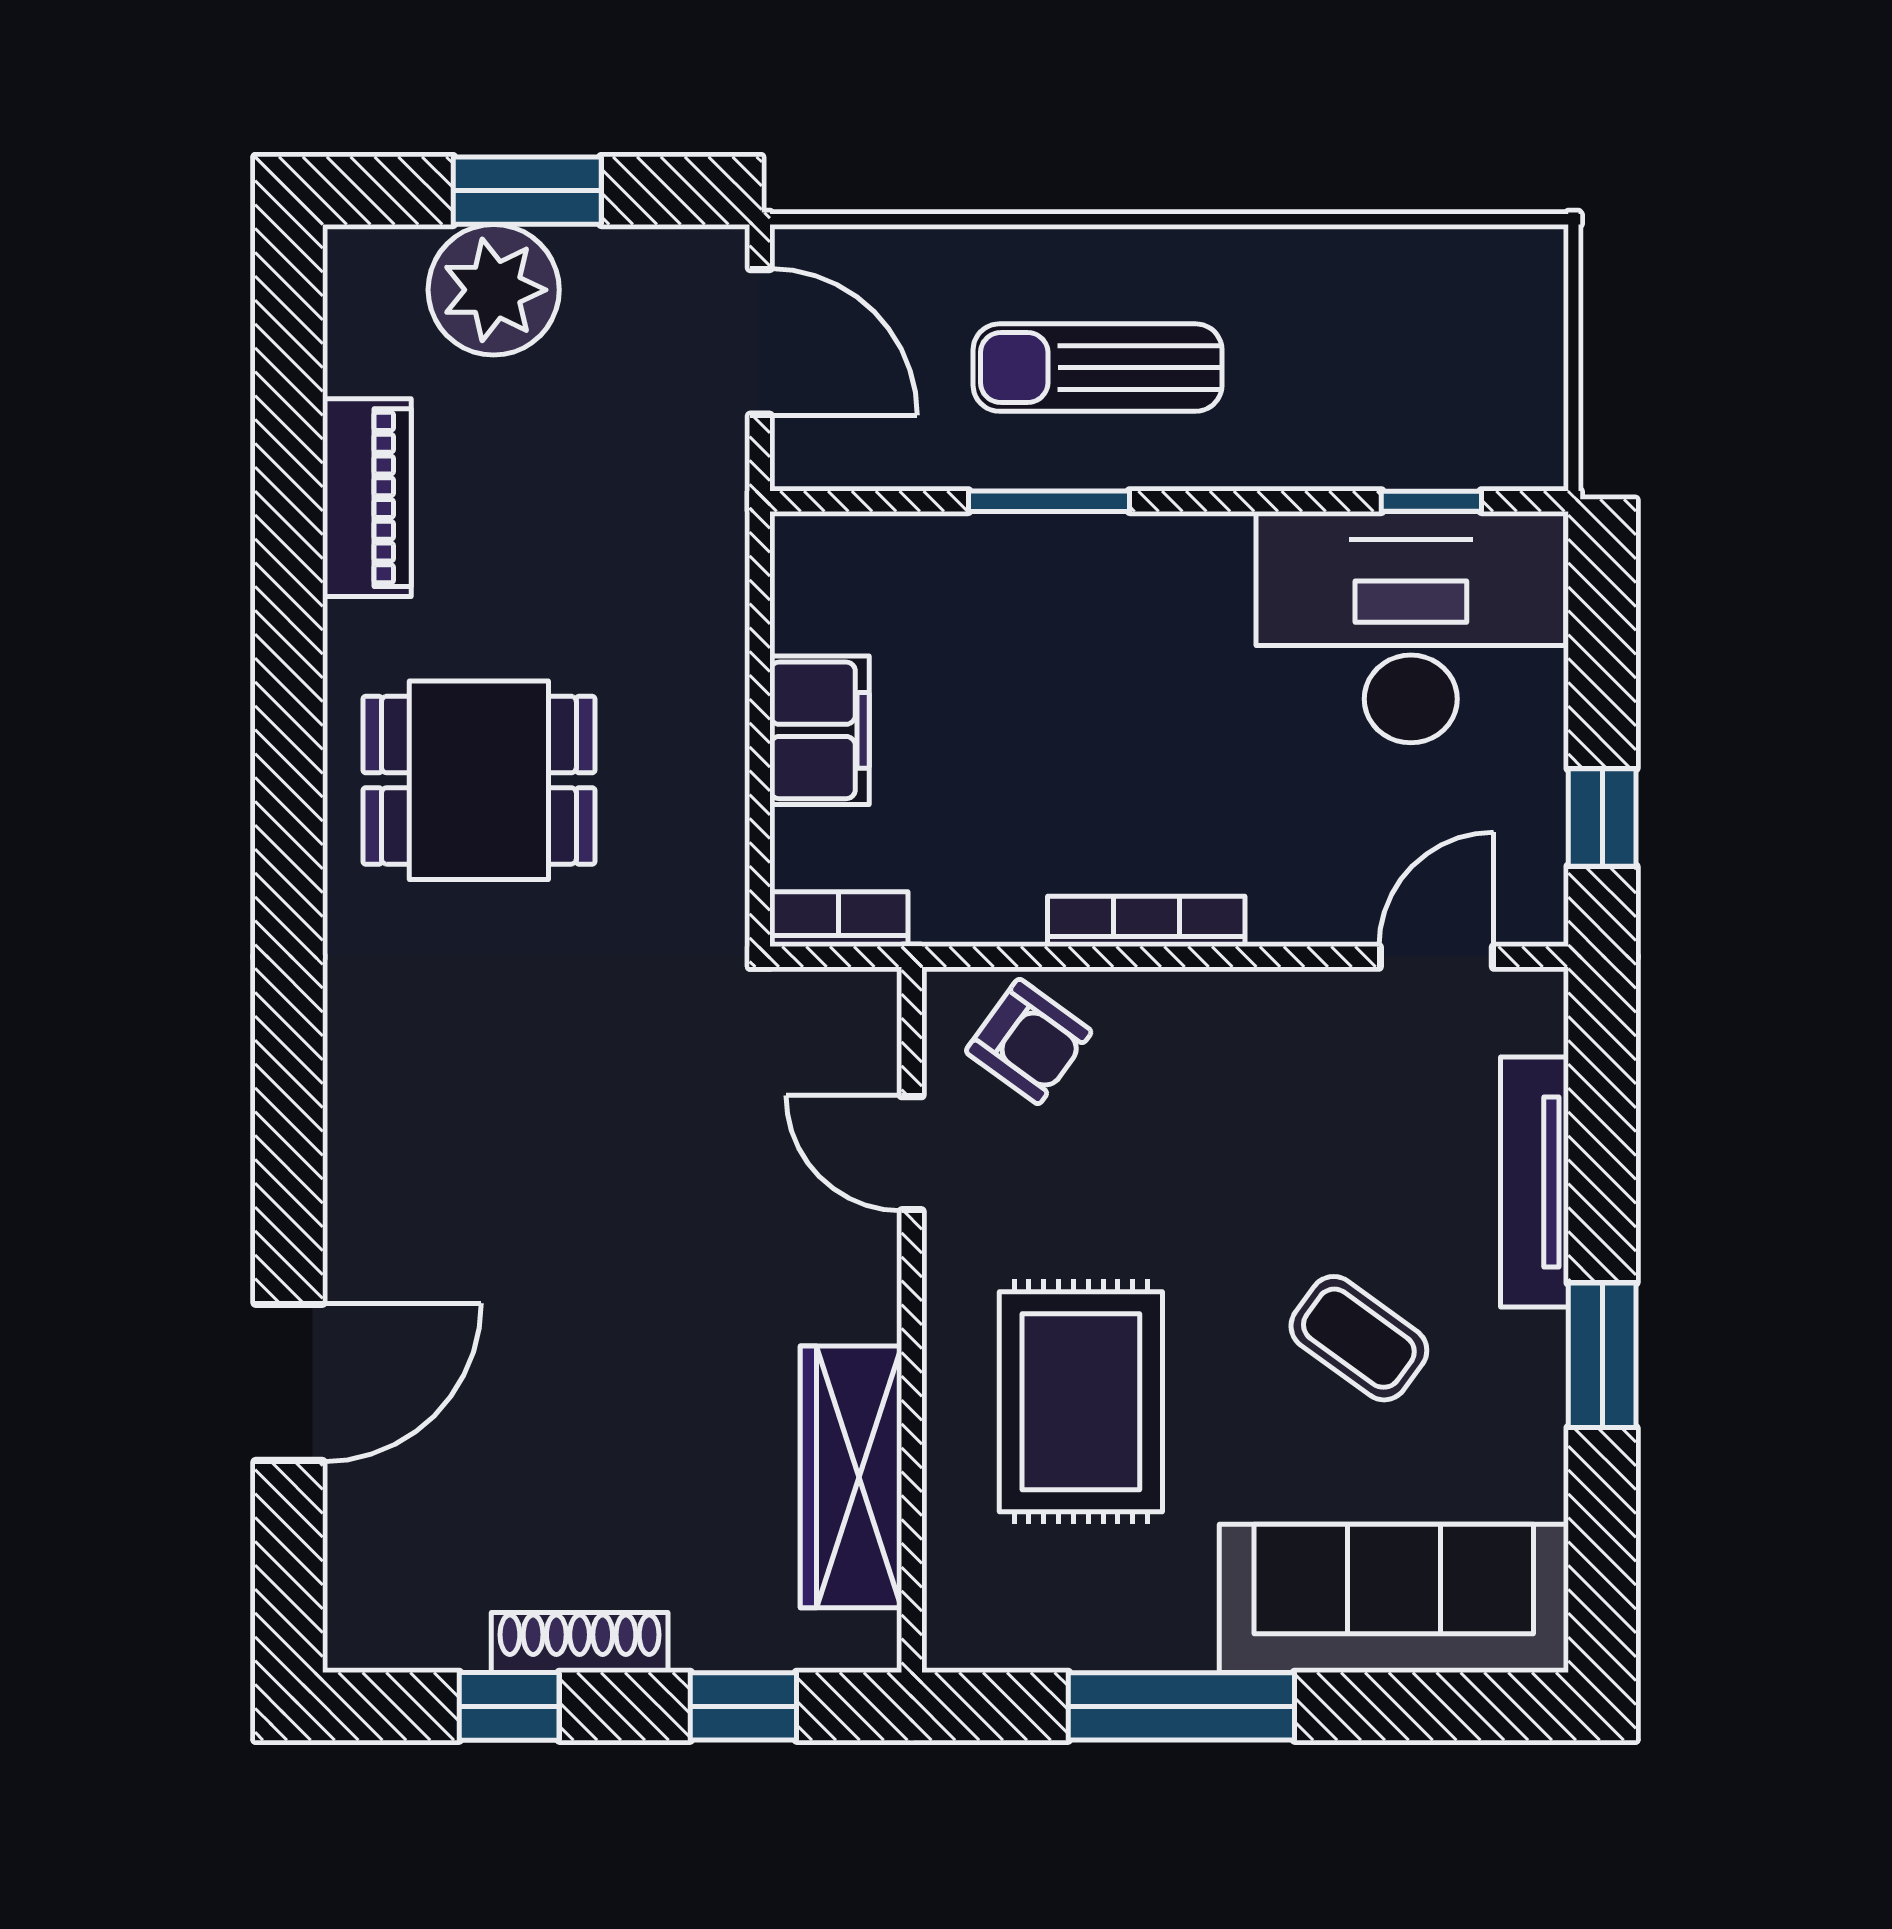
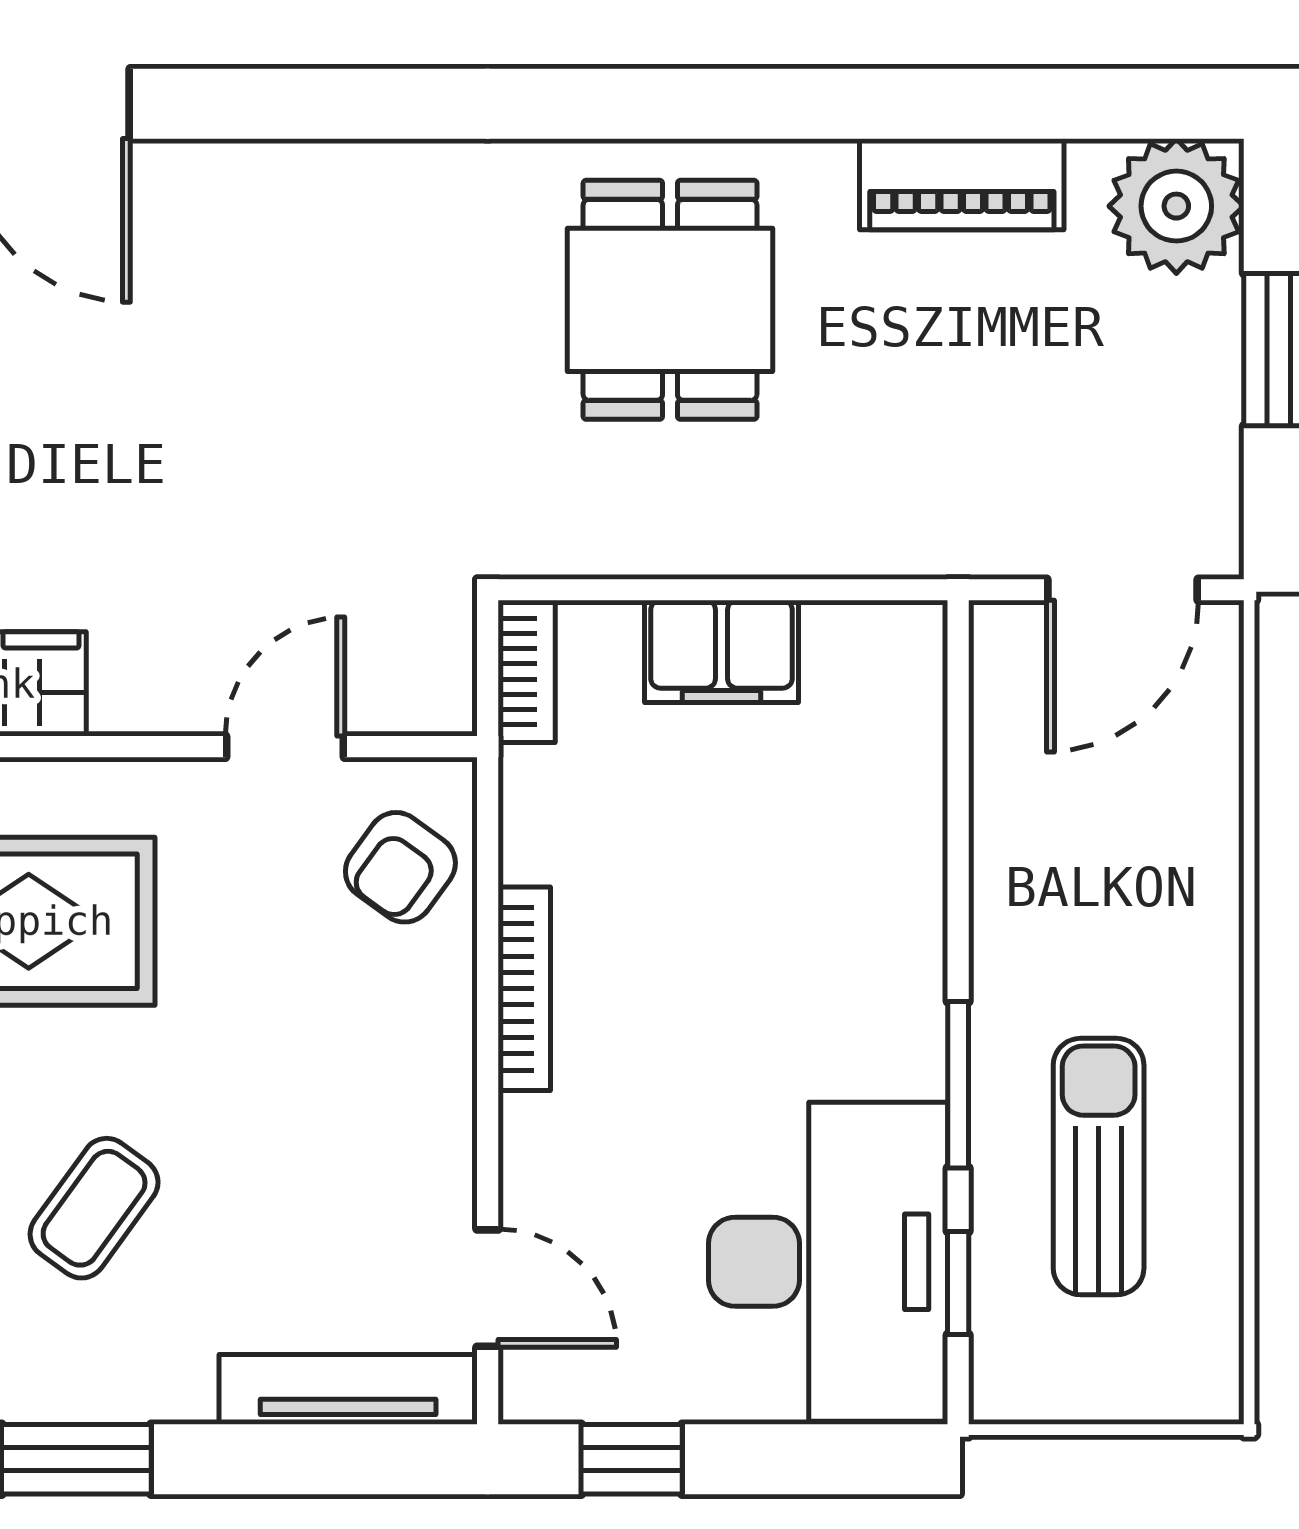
plant: (494, 290) -> (1176, 206), moved
sun lounger: (1098, 368) -> (1099, 1167), moved
window: (1049, 501) -> (958, 1085), moved
tv unit: (1534, 1182) -> (348, 1389), moved

